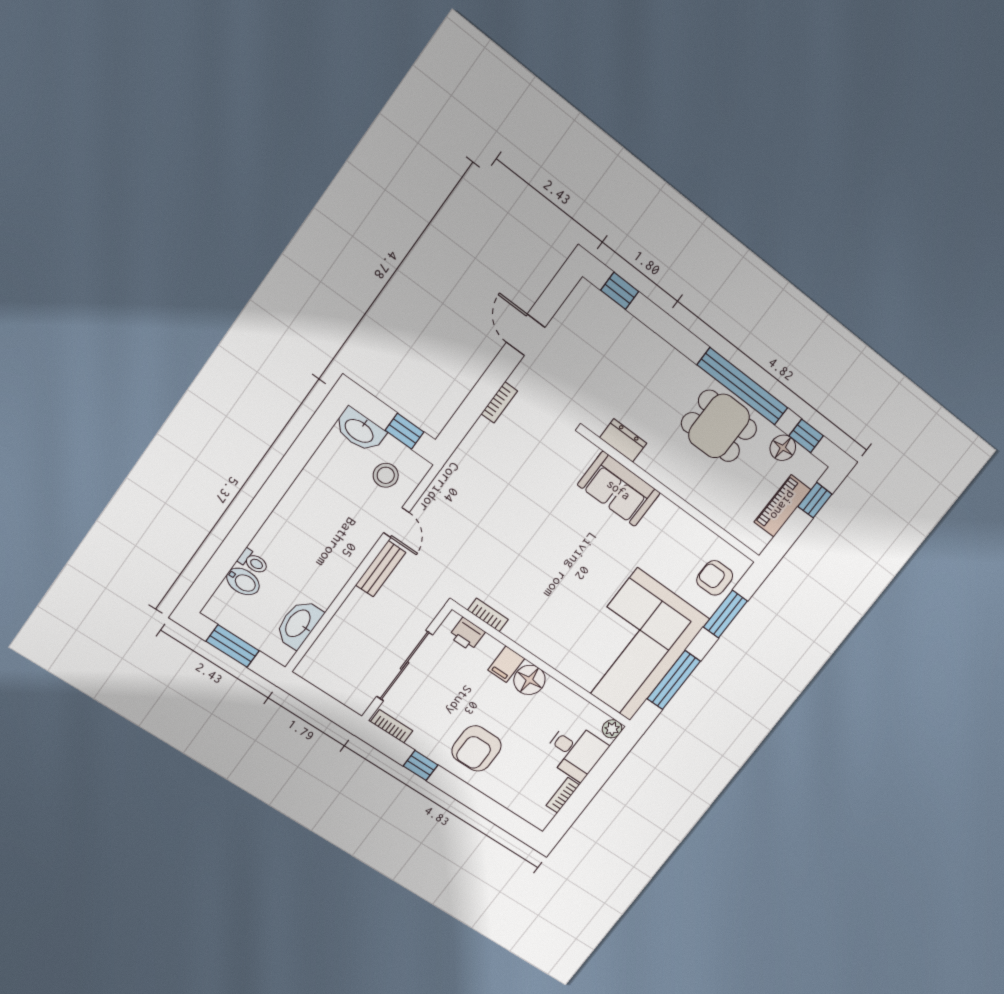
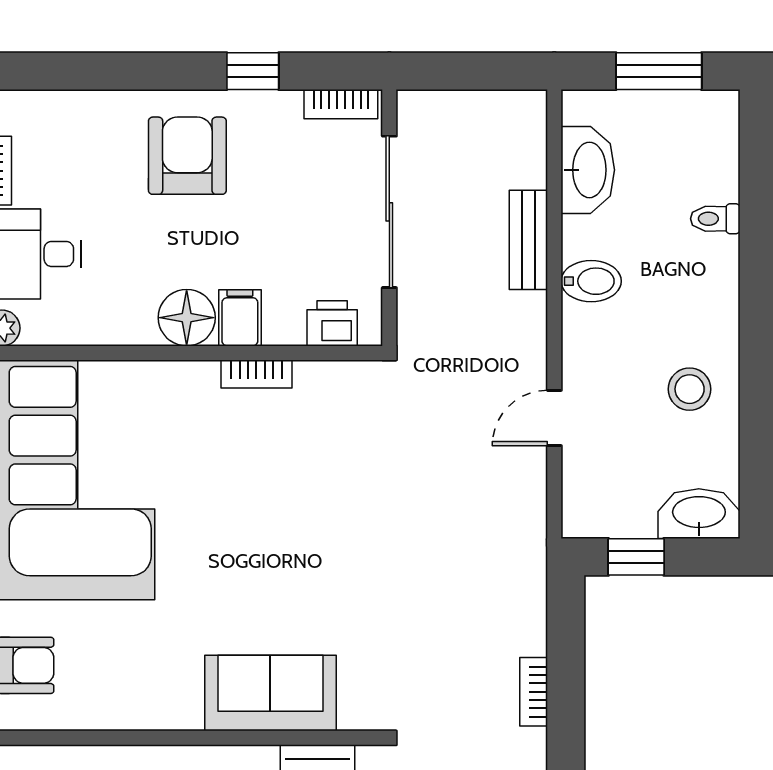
stool: (386, 475) -> (690, 389), moved
door: (396, 522) -> (554, 418), hinge flipped
bench: (381, 569) -> (528, 240), moved
bidet: (243, 581) -> (591, 281), moved, turned 180
bookcase: (488, 615) -> (256, 374), moved

